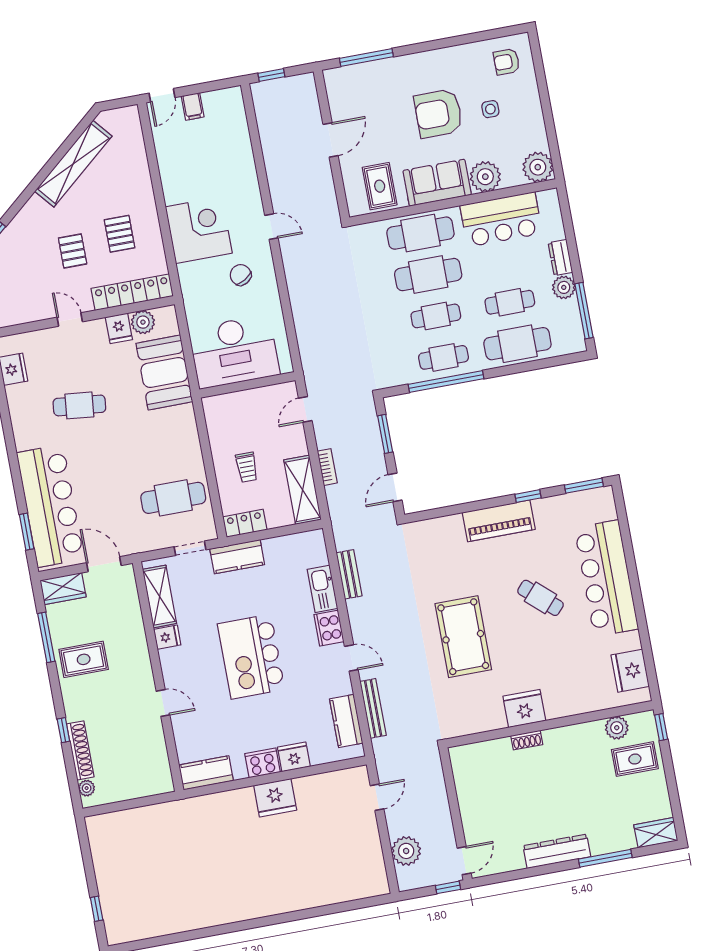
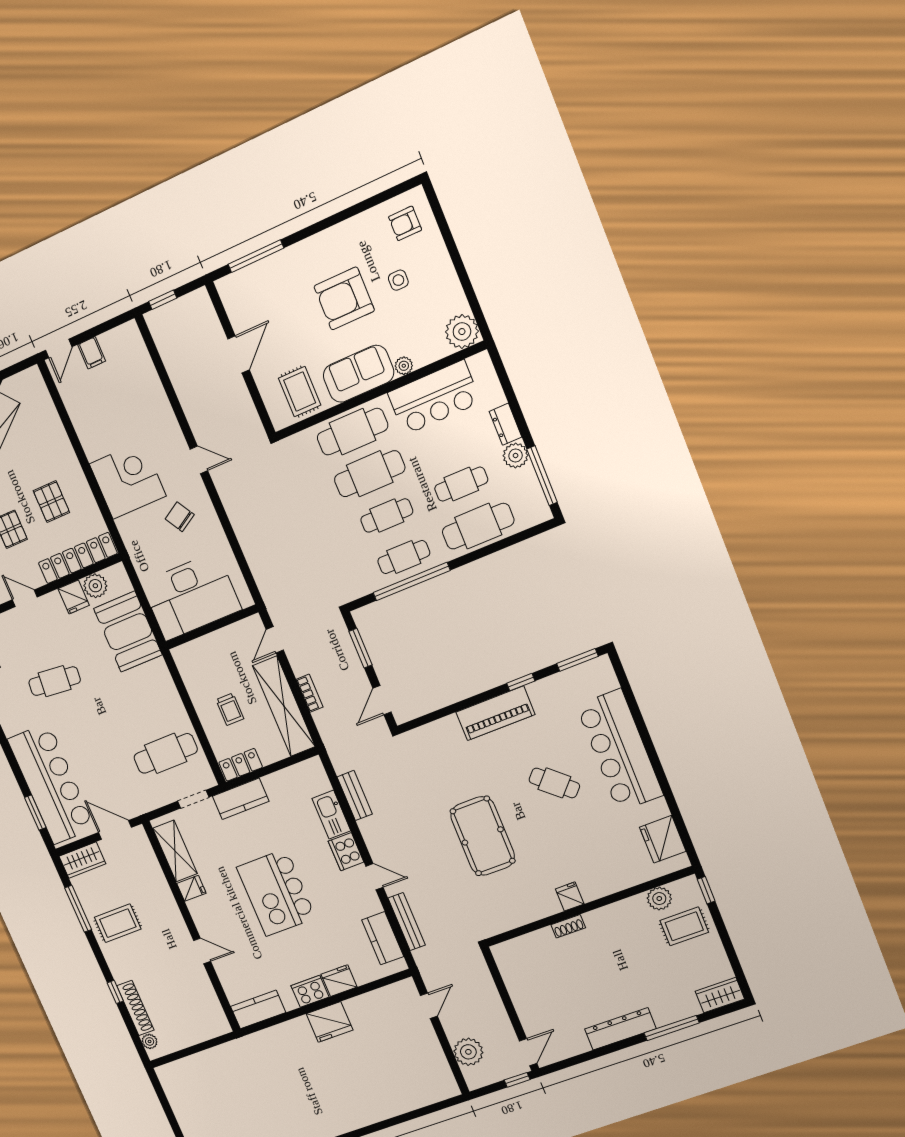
plant: (485, 177) -> (404, 366), width x0.53, depth x0.53
shelving: (303, 490) -> (284, 706), width x1.47
fridge: (524, 708) -> (570, 896), width x0.53, depth x0.75

